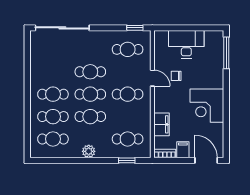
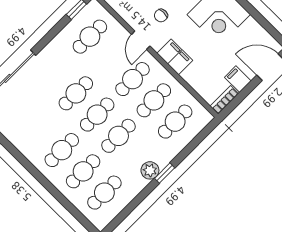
door: (152, 78) -> (141, 40), swing flipped
cafe table: (128, 117) -> (154, 100), added
filing cabinet: (161, 124) -> (175, 57), moved
window: (127, 160) -> (165, 173), moved

